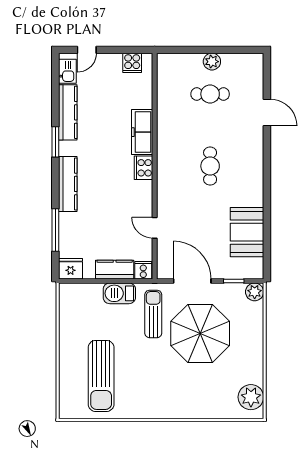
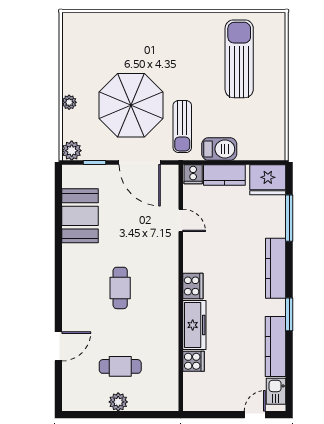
cooker: (132, 63) -> (193, 361), moved, turned 90
door: (267, 112) -> (58, 346), swing flipped
fridge: (71, 269) -> (268, 180), width x1.36, depth x1.34
plant: (251, 397) -> (69, 102), moved, width x0.53, depth x0.53

